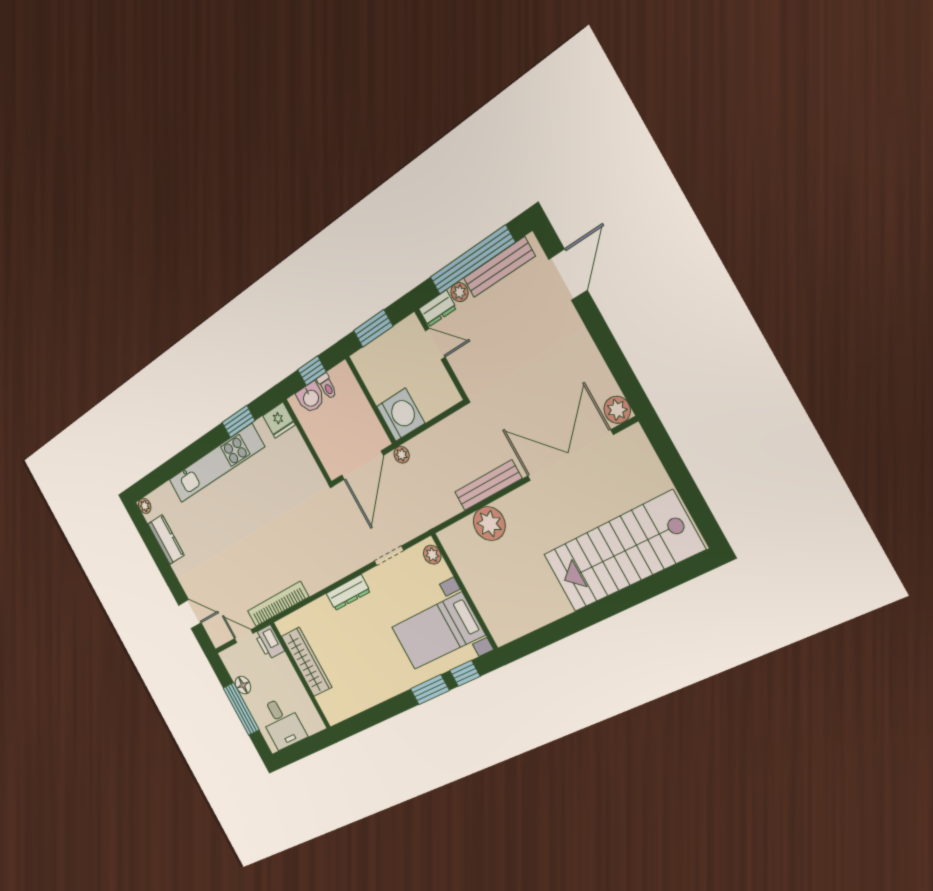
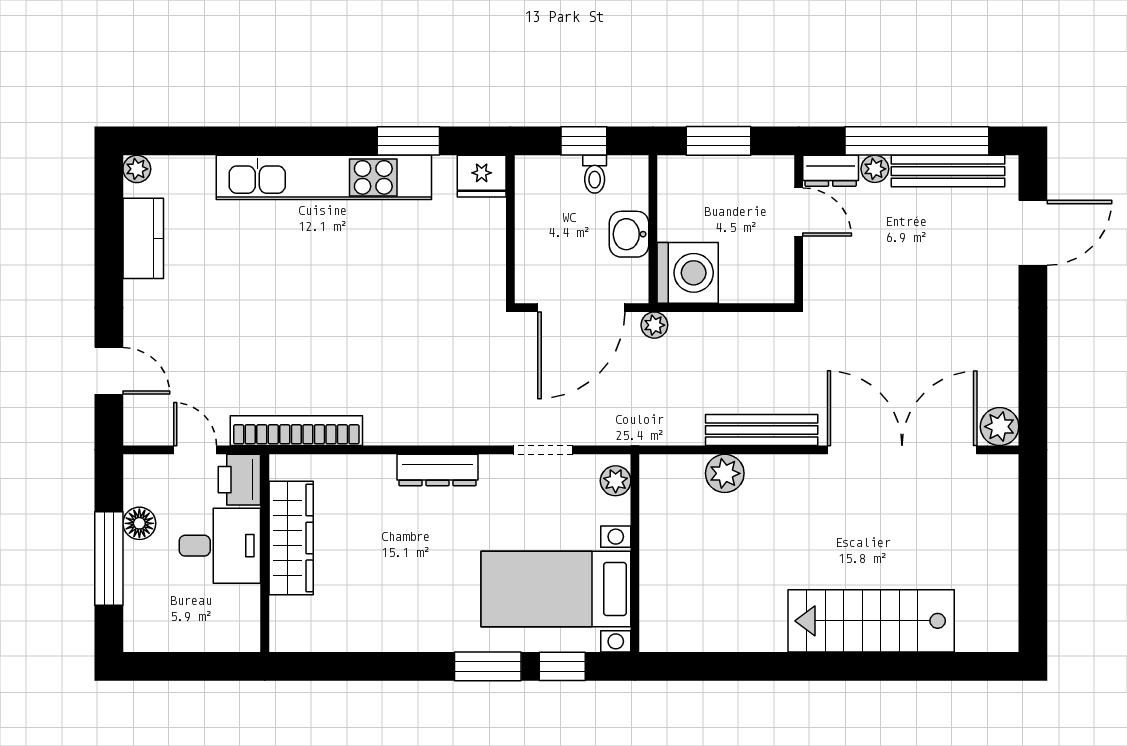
washbasin: (311, 398) -> (629, 234), moved, turned 90
plant: (489, 524) -> (725, 473), width x0.73, depth x0.73
stairs: (623, 552) -> (871, 621), width x0.73, depth x0.66
desk: (282, 723) -> (220, 546), moved, turned -90

